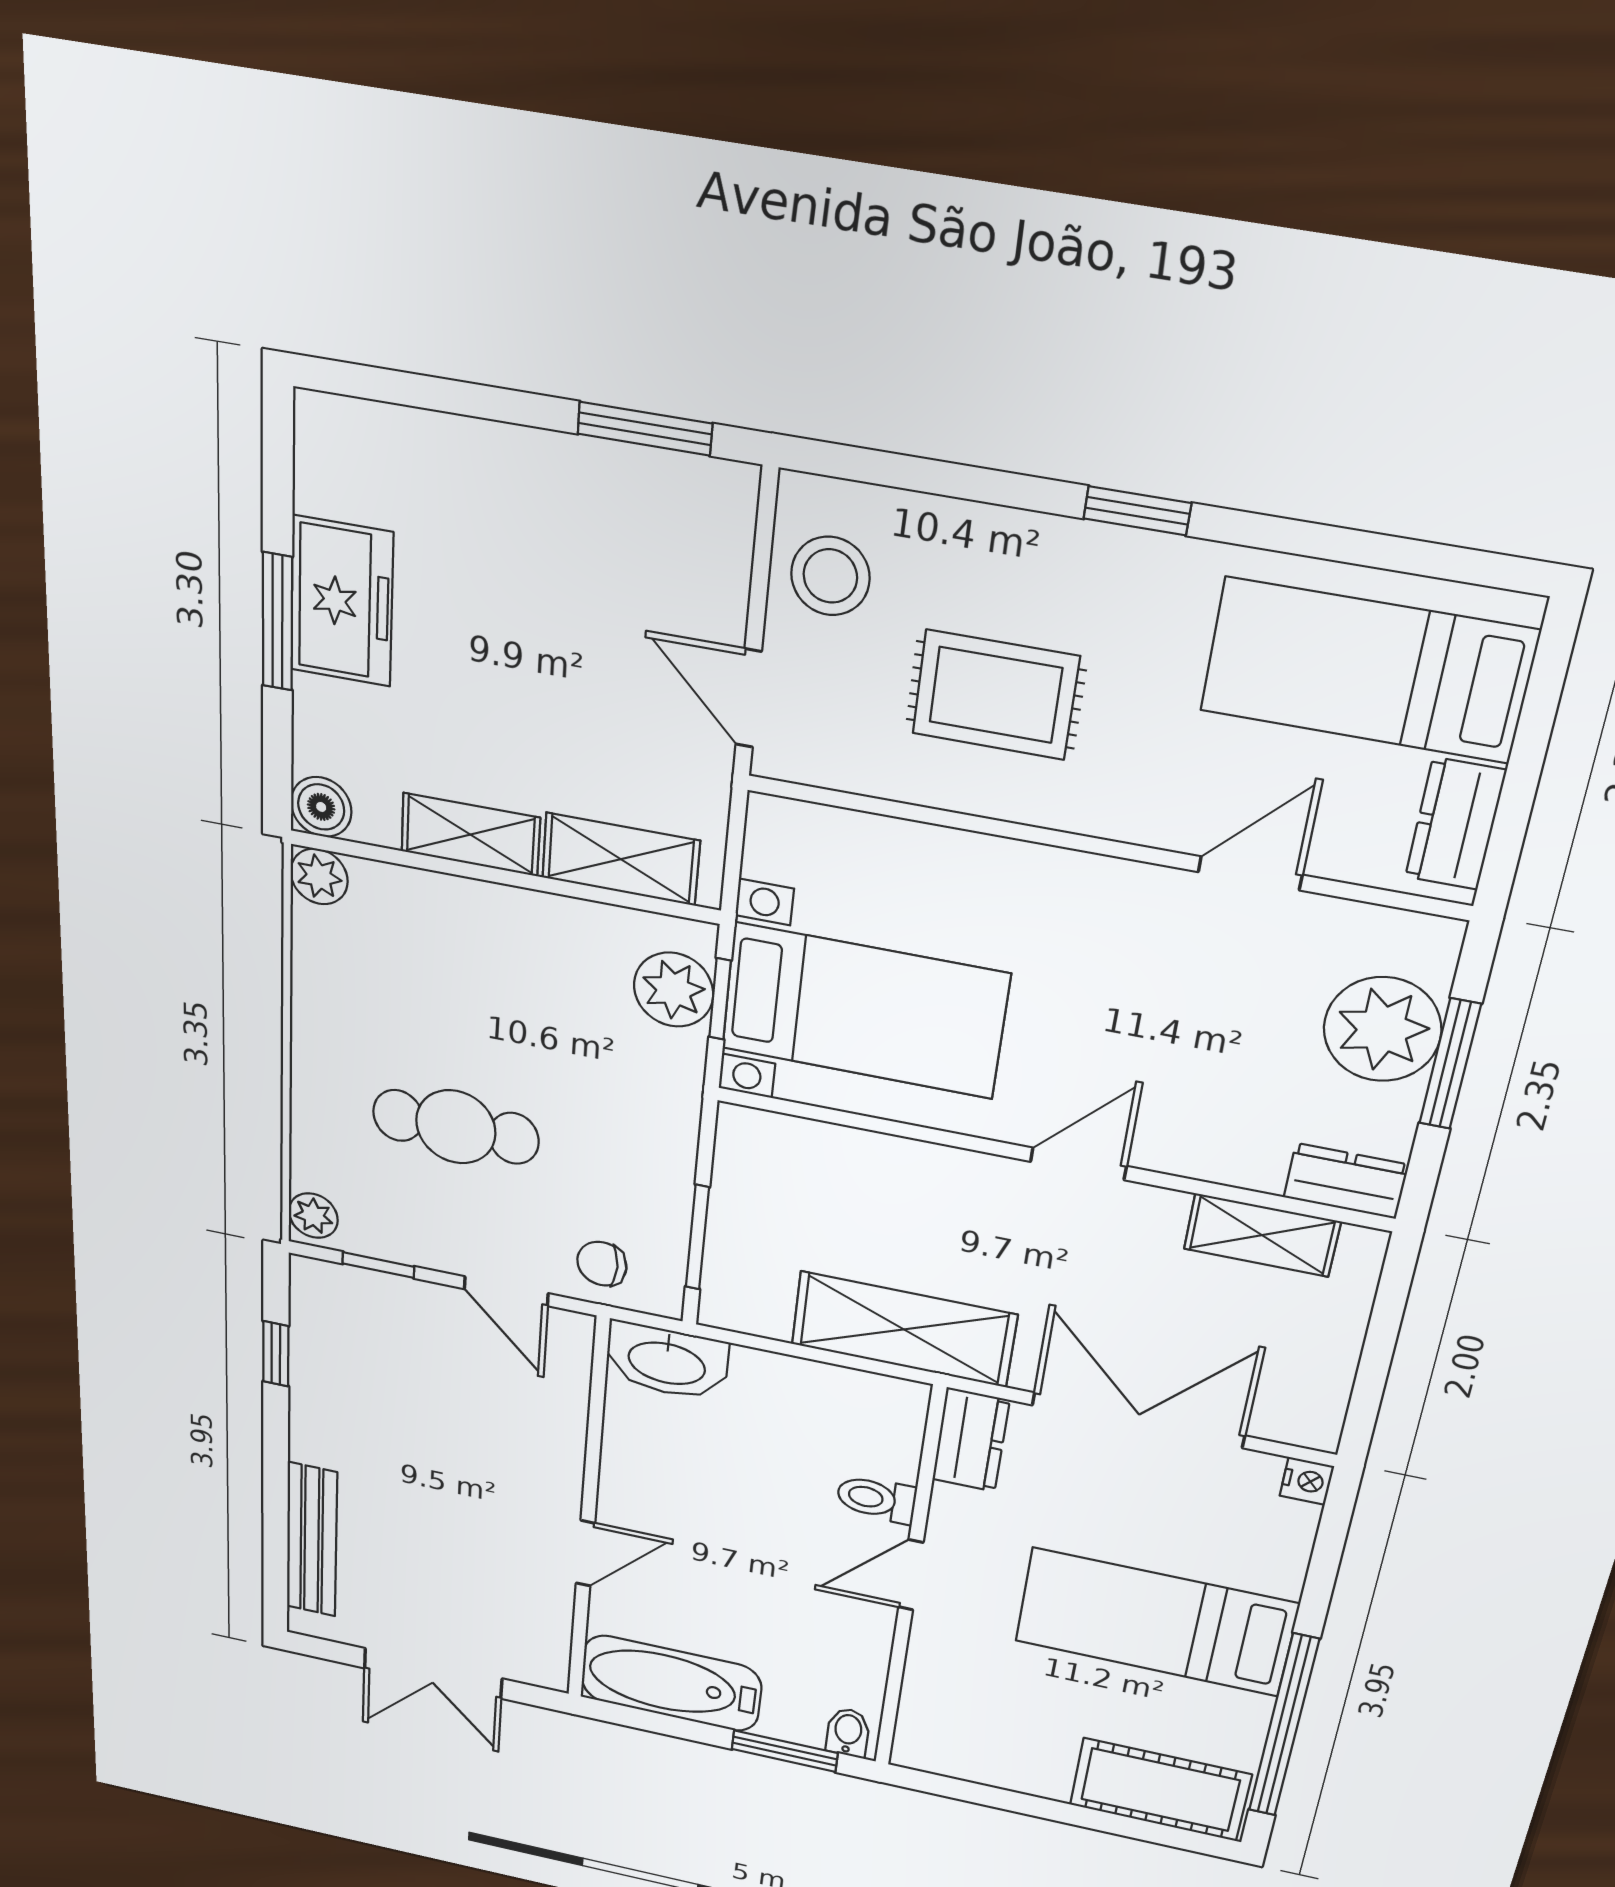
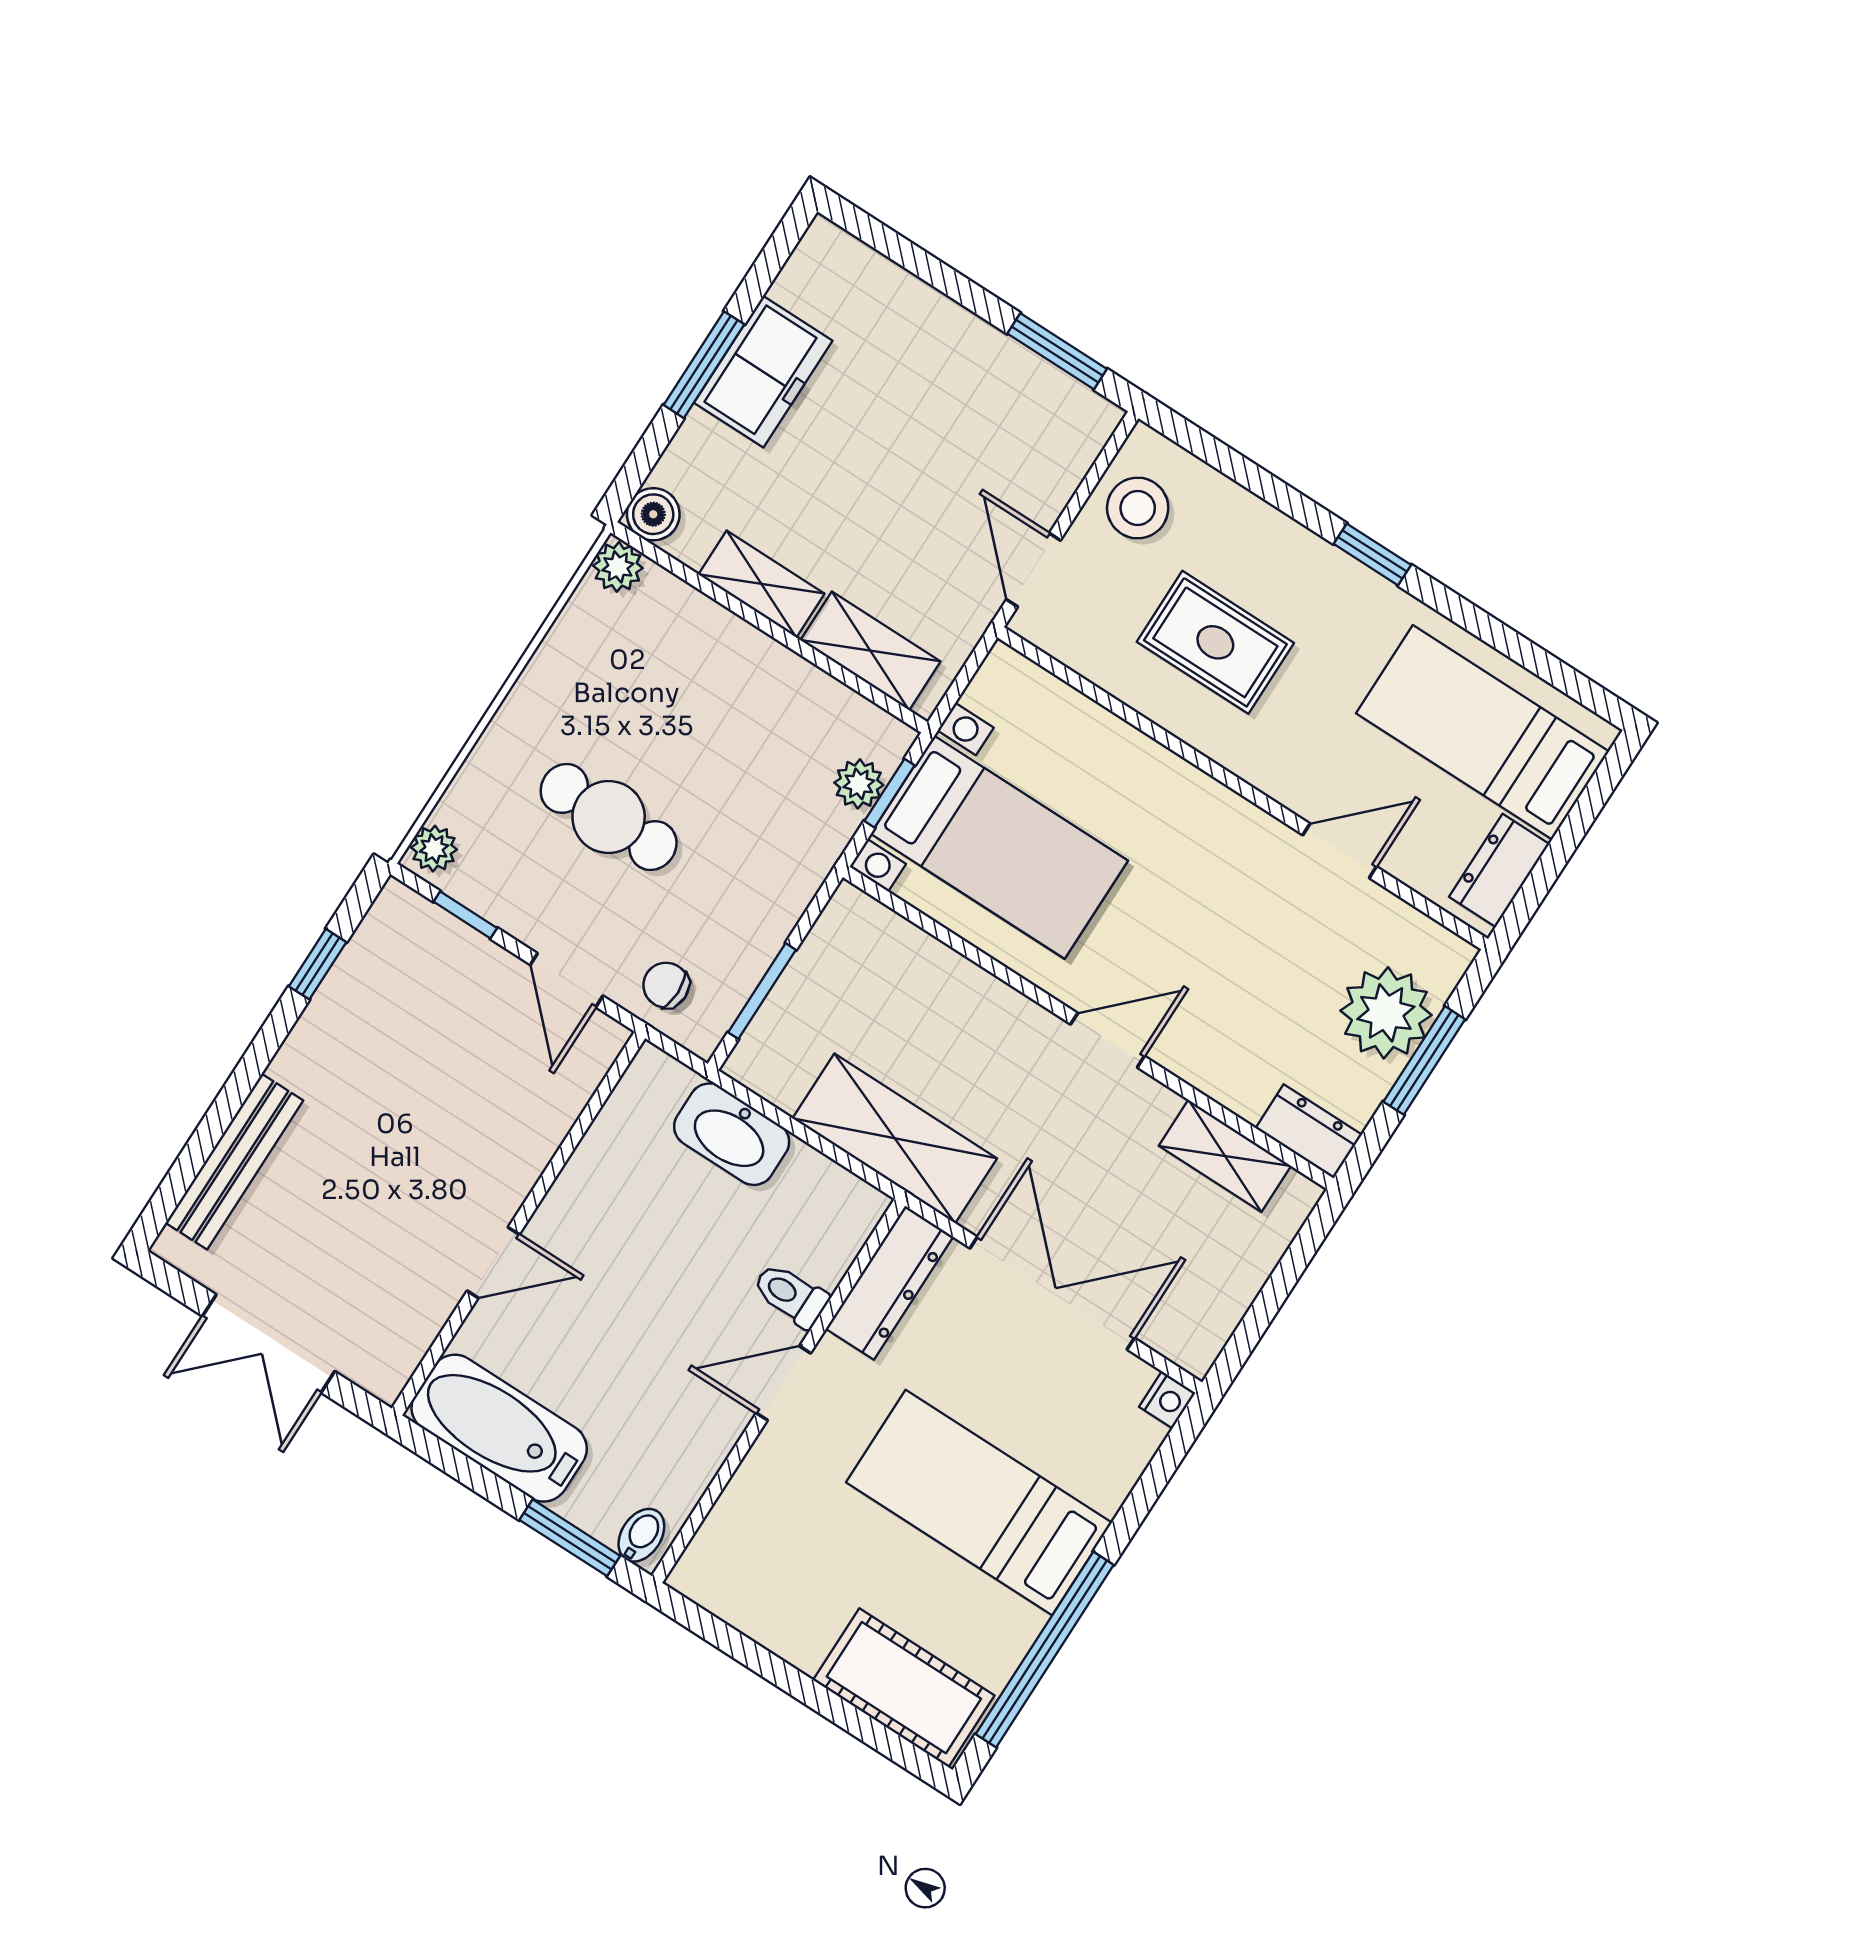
plant: (674, 990) -> (859, 784), width x0.73, depth x0.73
washbasin: (667, 1361) -> (732, 1134), moved
dresser: (971, 1440) -> (890, 1283), width x1.44

